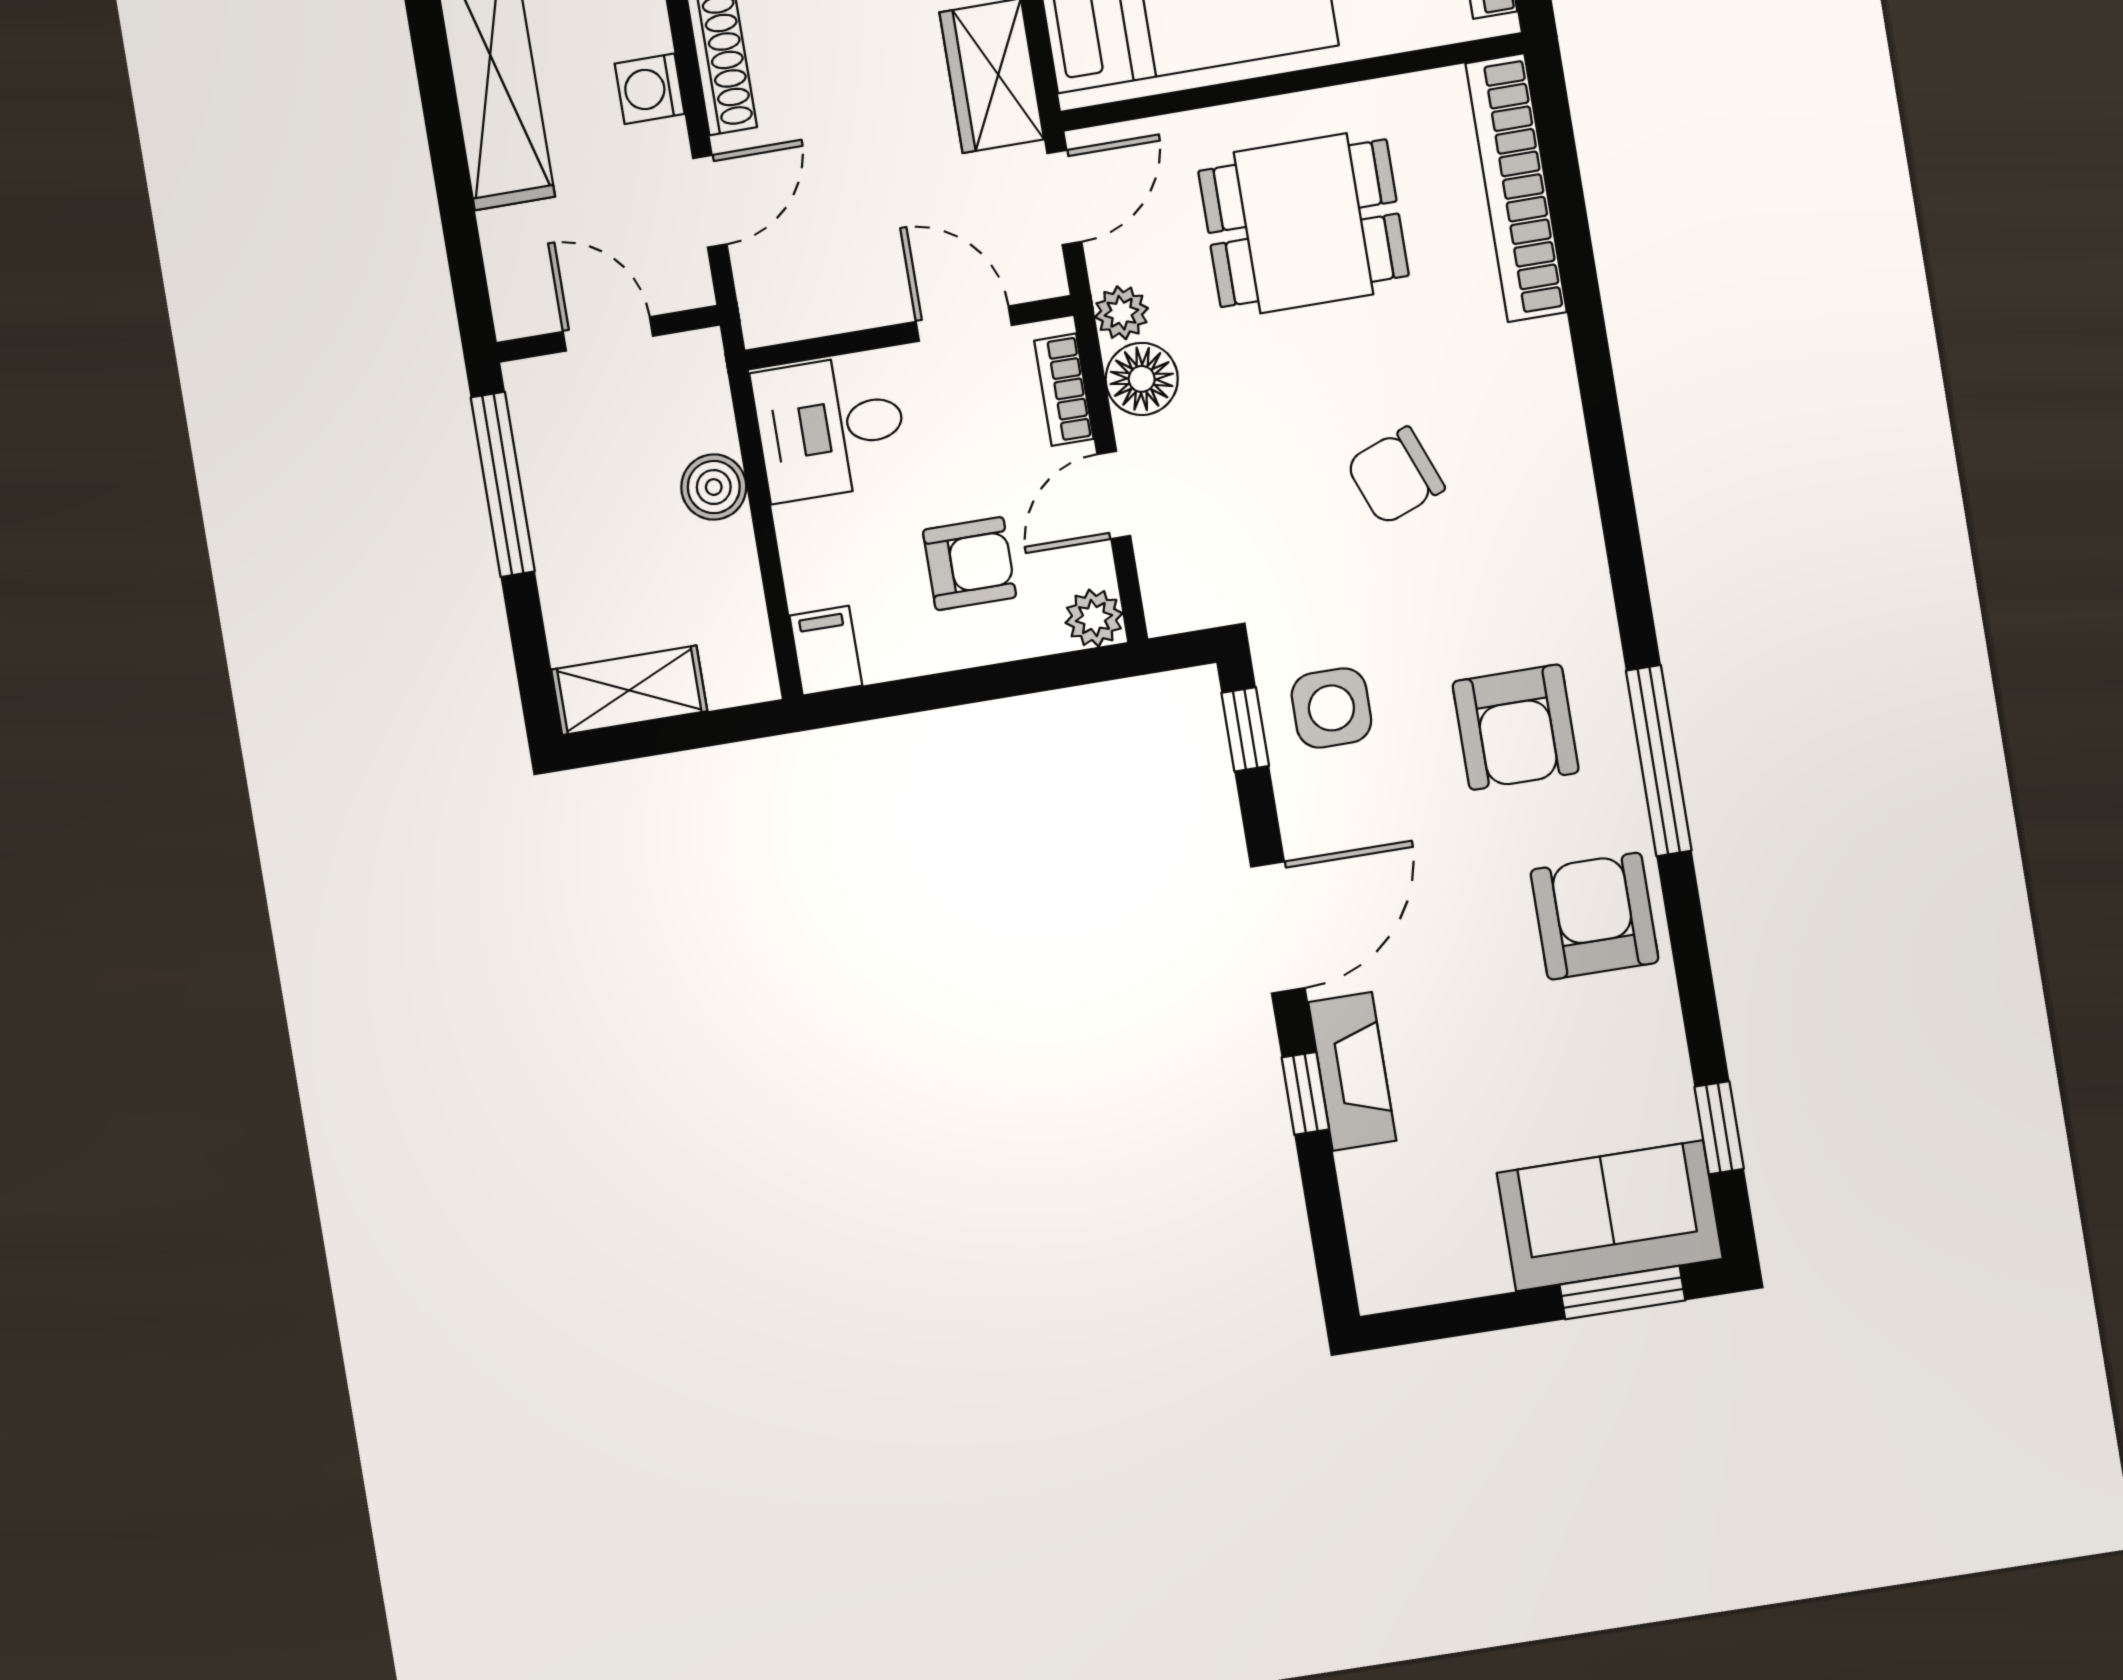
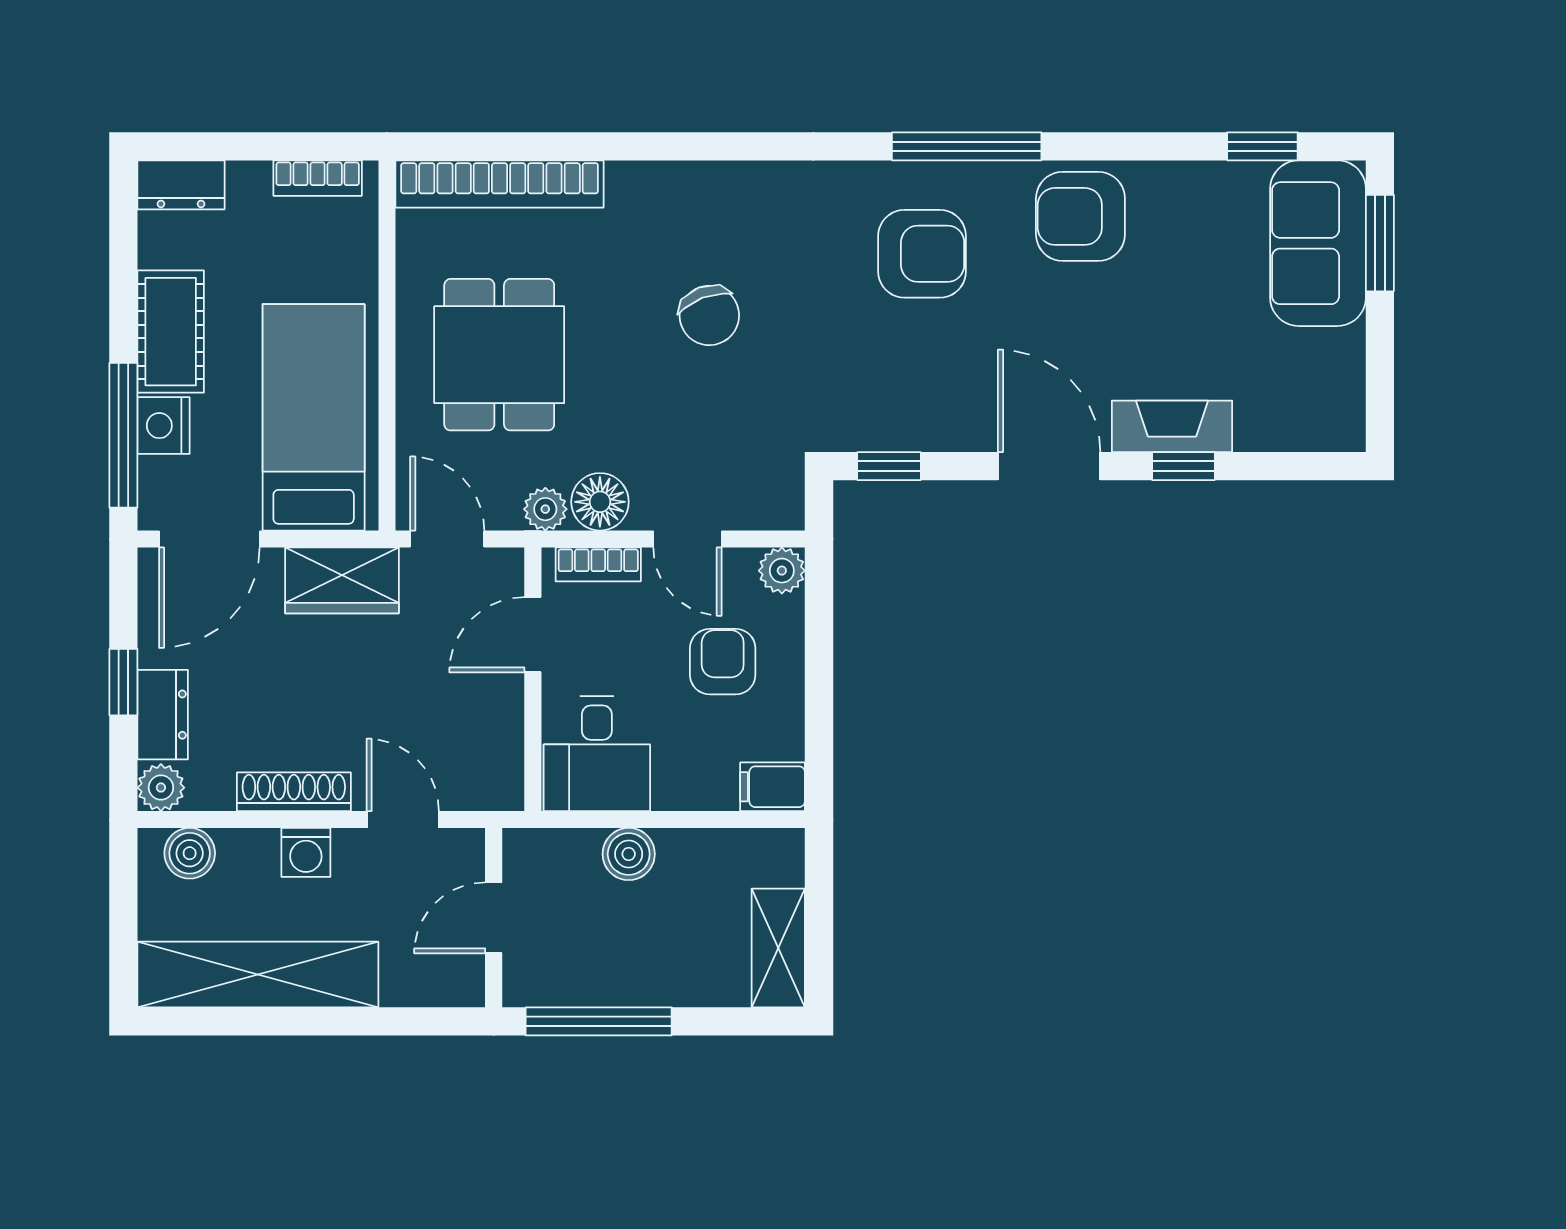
side table: (1331, 708) -> (883, 395), removed

